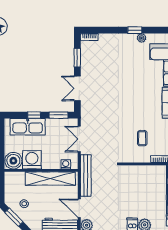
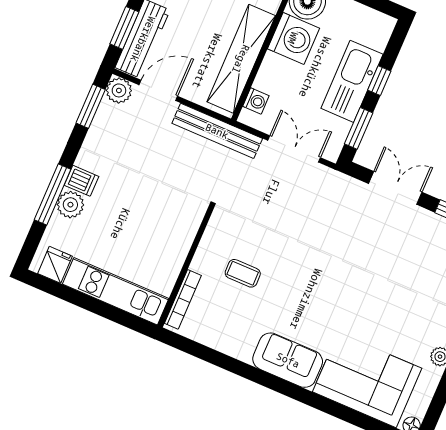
kitchen sink: (28, 127) -> (352, 81), moved

